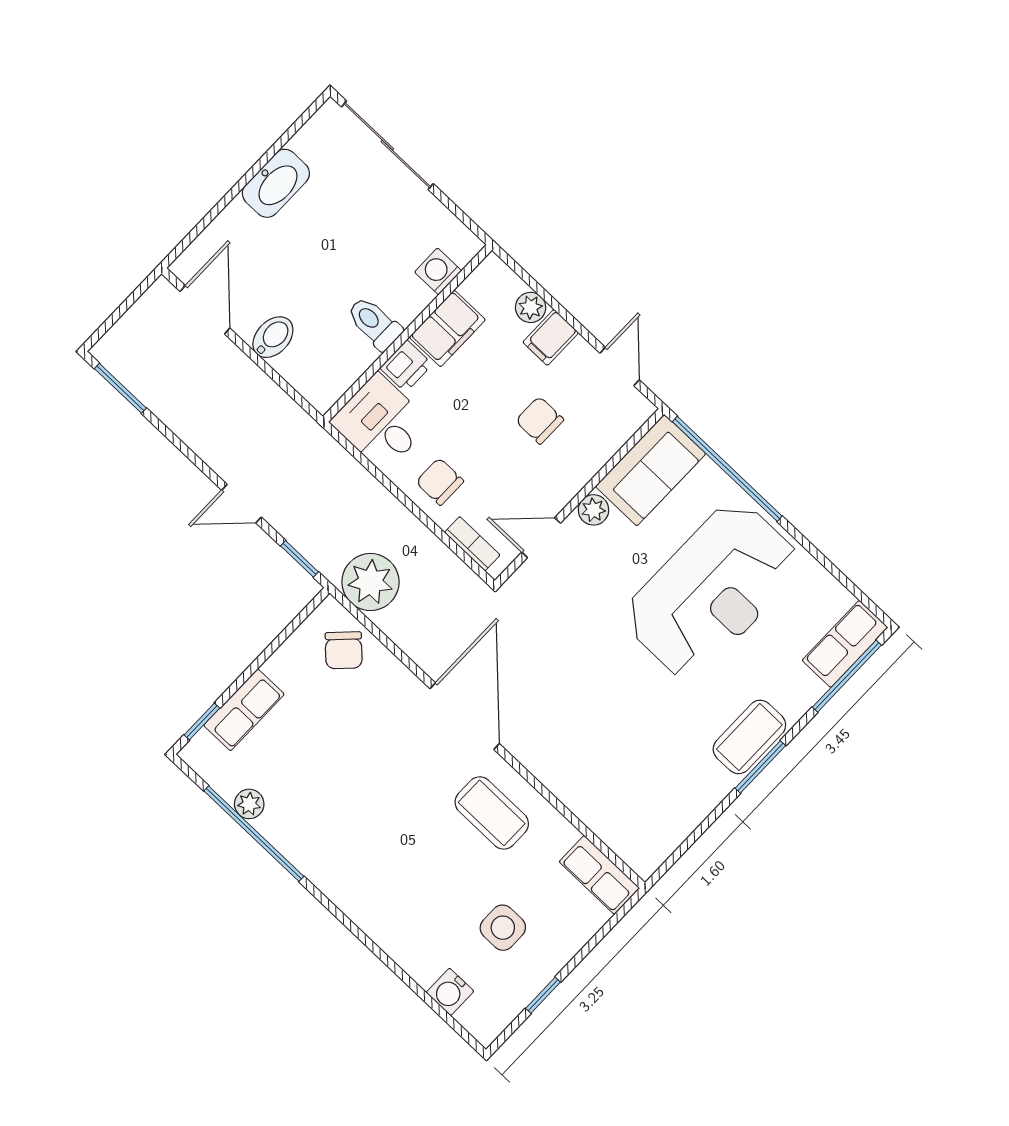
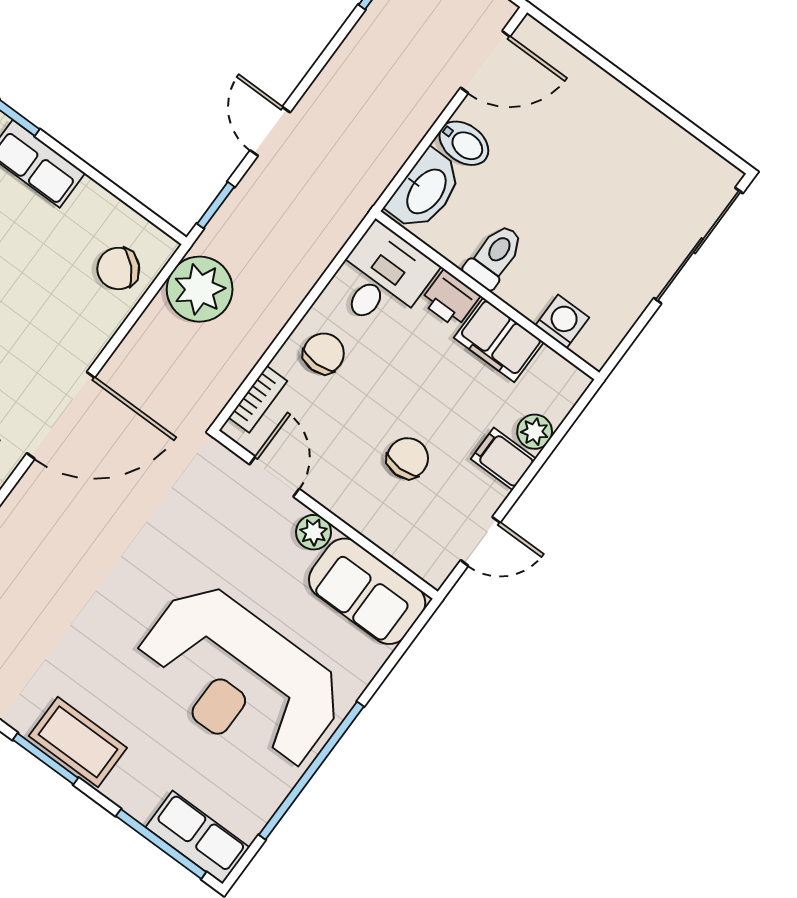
washbasin: (276, 183) -> (425, 191), moved, turned -90
window: (727, 469) -> (311, 771), moved

